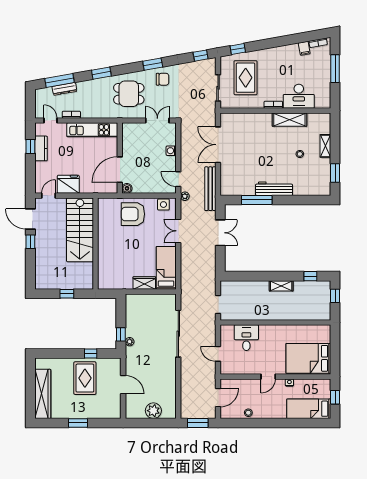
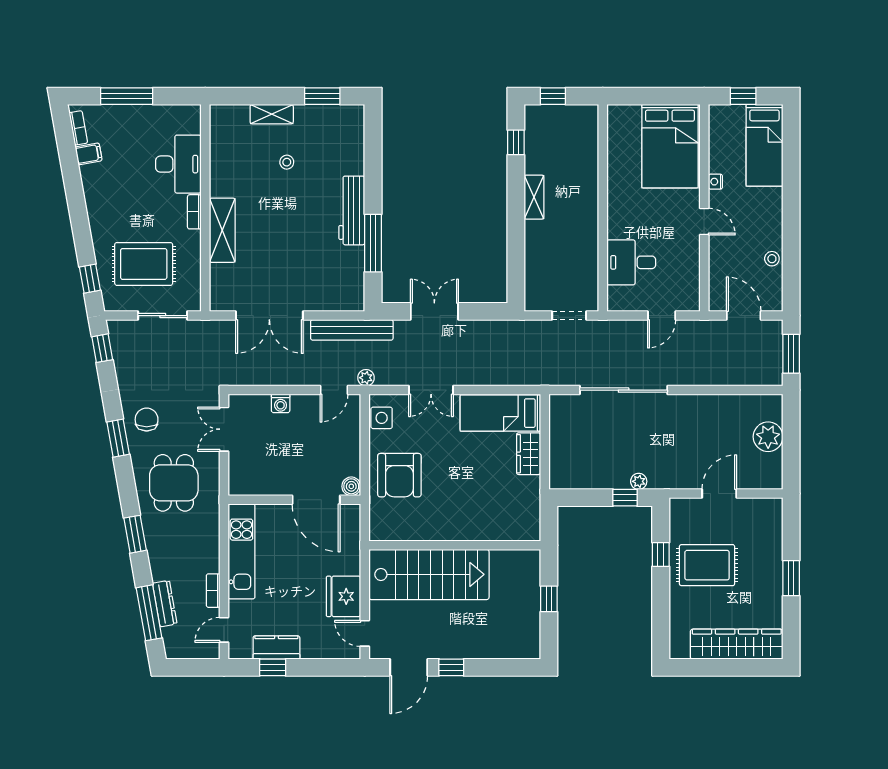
shelving: (289, 120) -> (222, 230), moved

